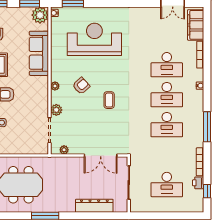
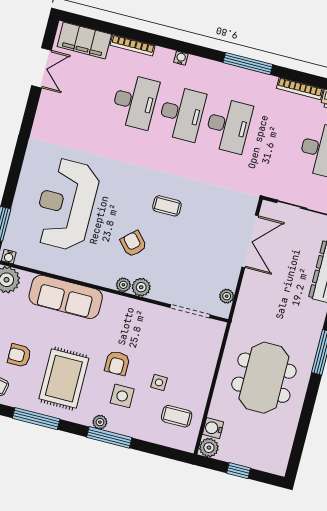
plant: (56, 110) -> (141, 287), moved

